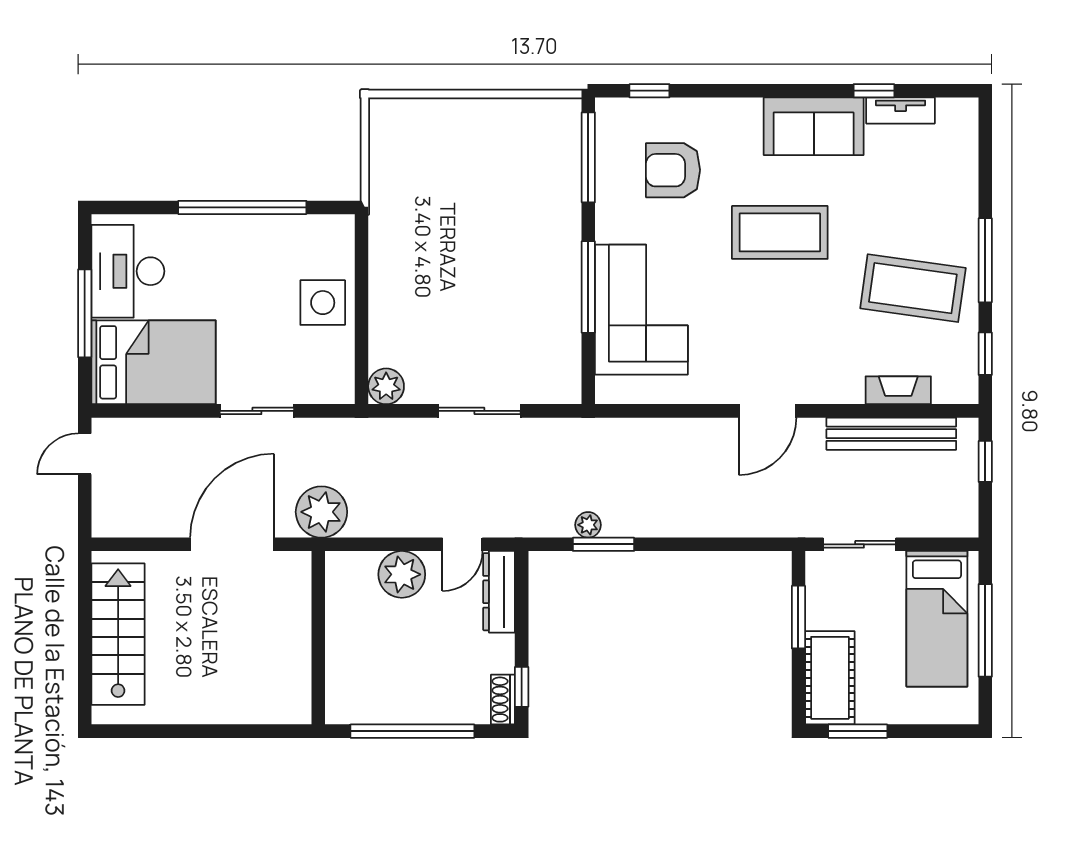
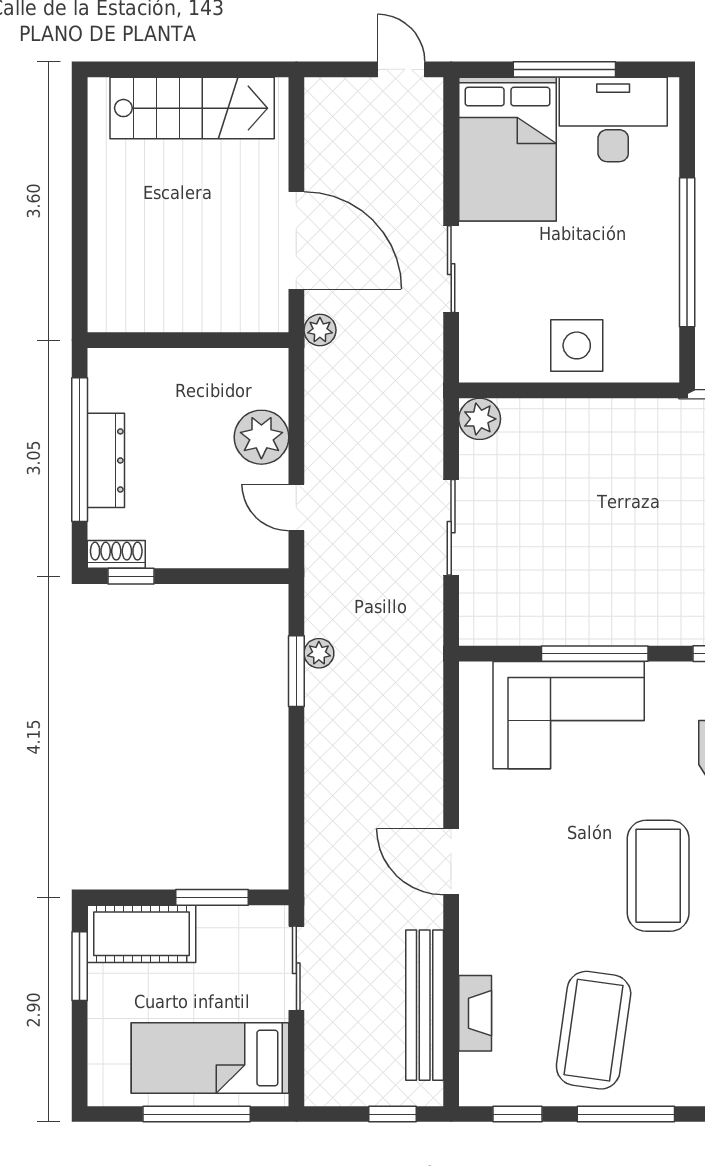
plant: (321, 512) -> (320, 330), width x0.53, depth x0.53
dresser: (499, 592) -> (106, 460), moved, turned 90

